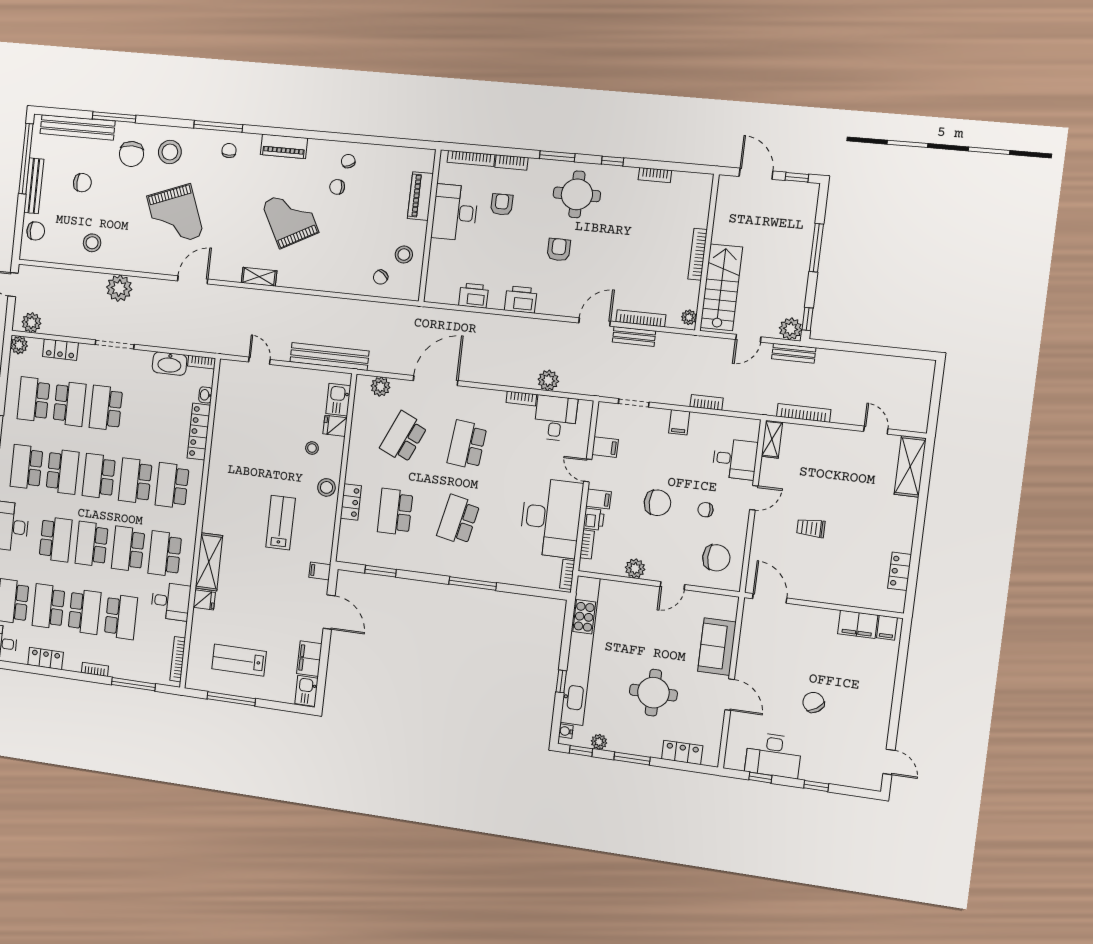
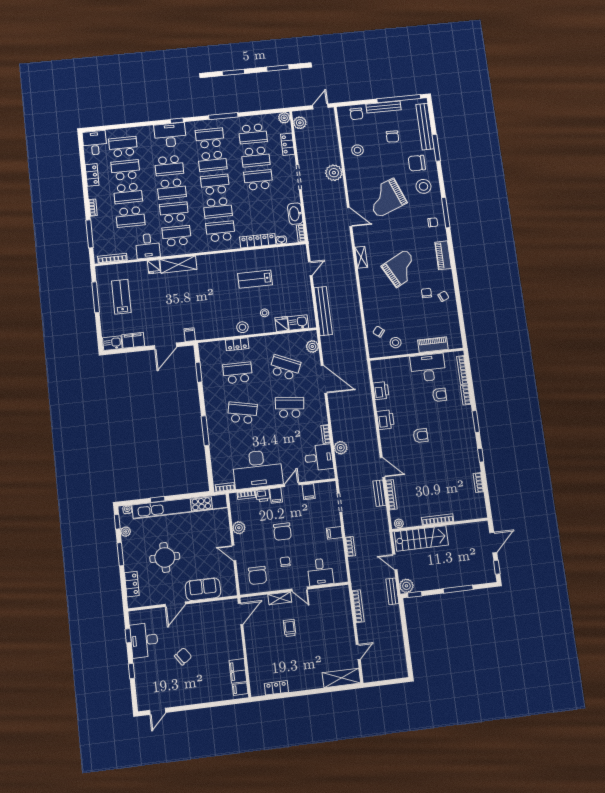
round table: (577, 194) -> (456, 439), removed
school desk: (33, 399) -> (253, 134), turned 180
shelving: (772, 439) -> (280, 598), moved
school desk: (135, 481) -> (218, 208), turned 180
lab bench: (280, 523) -> (255, 279), moved, turned 180
school desk: (92, 544) -> (172, 189), turned 180

